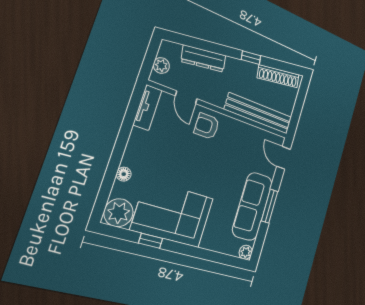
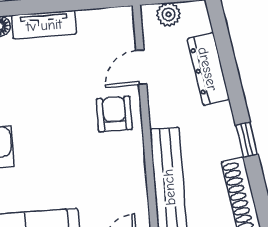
tv unit: (147, 107) -> (44, 25), moved

